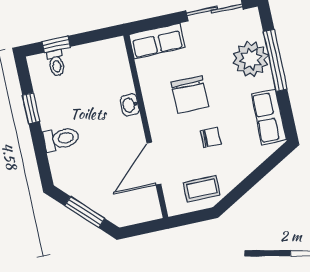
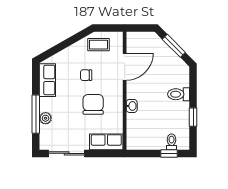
plant: (251, 59) -> (46, 118), width x0.53, depth x0.53

